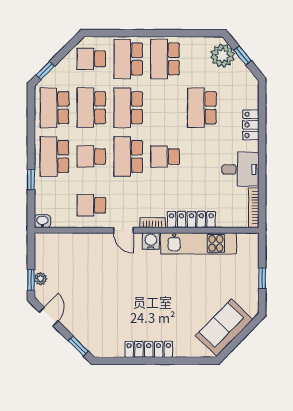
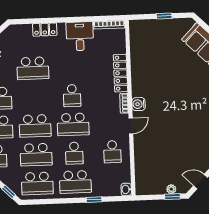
kitchen unit: (198, 243) -> (139, 67), removed

